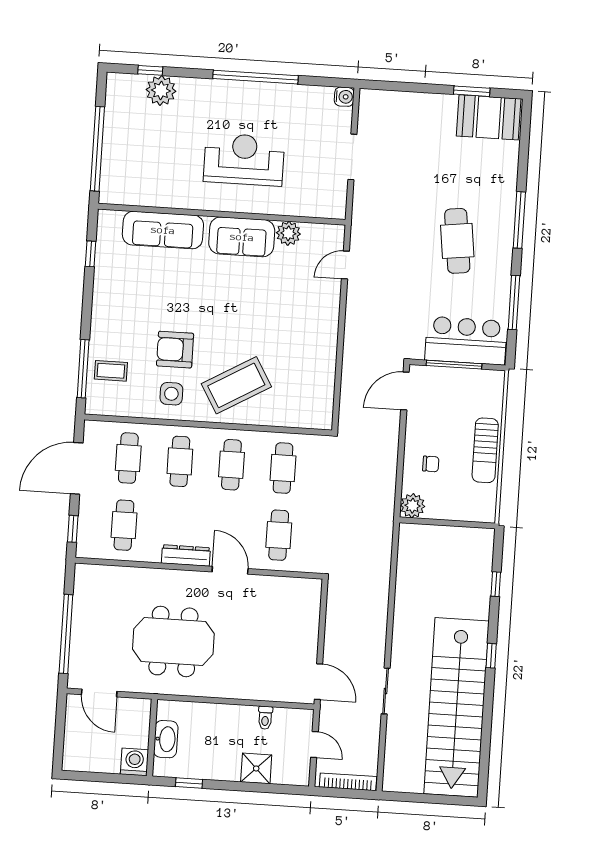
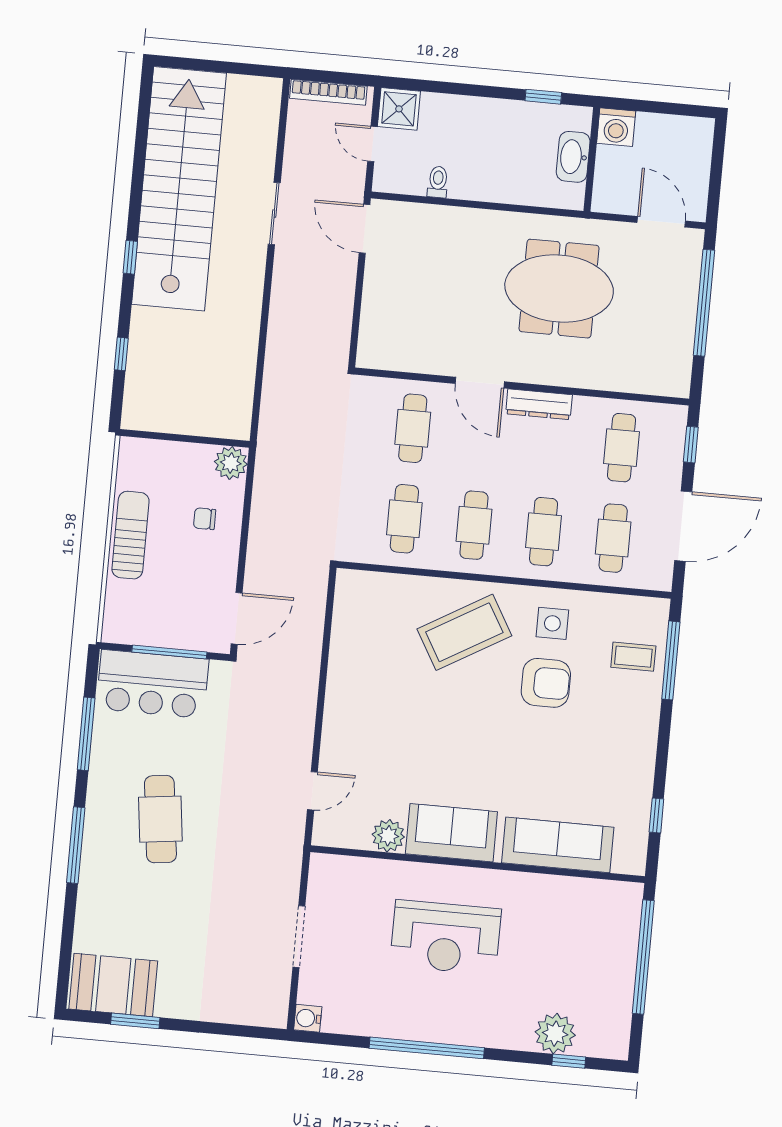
shower: (256, 768) -> (399, 109), moved

